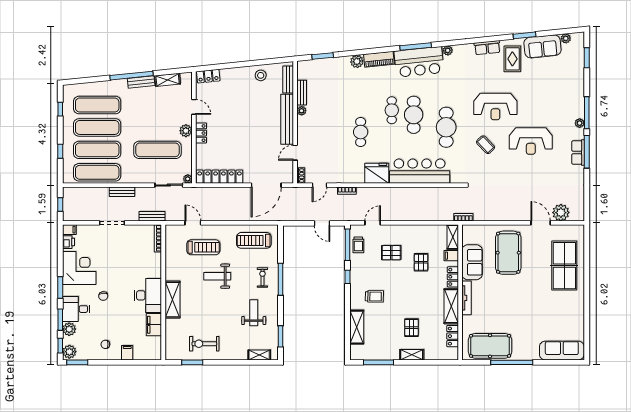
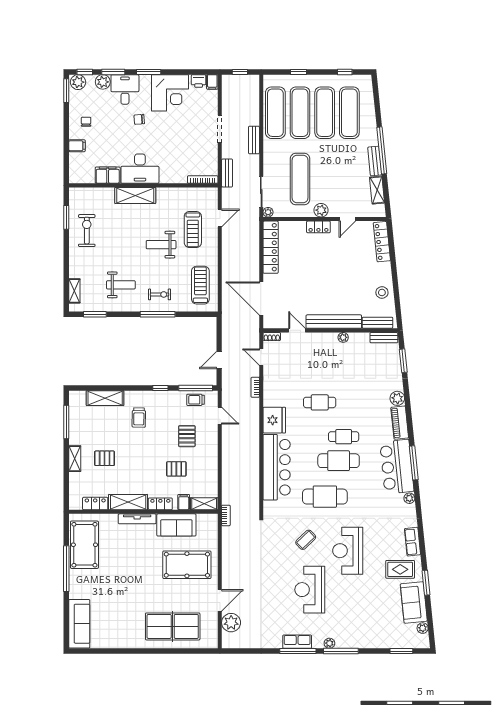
locker: (208, 76) -> (382, 242), width x1.53
bench: (302, 93) -> (384, 338), moved
weight bench: (217, 276) -> (161, 245), turned -90

